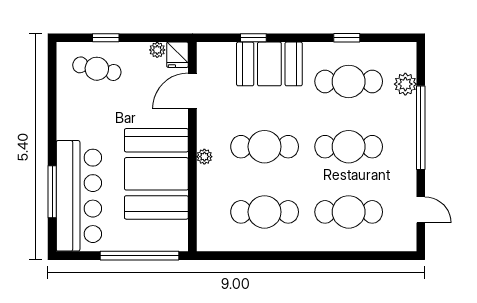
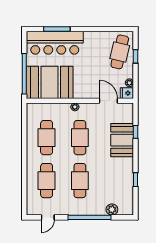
cafe table: (97, 69) -> (120, 52), width x1.37, depth x1.35
cafe table: (349, 81) -> (113, 181), removed
booth: (156, 174) -> (50, 82), moved

